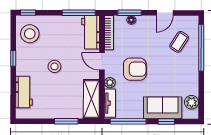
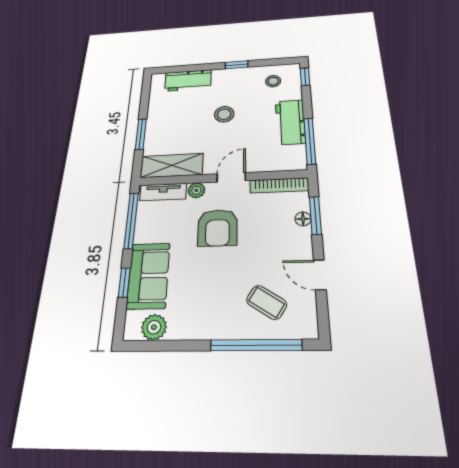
workbench: (91, 32) -> (290, 122), moved, turned -90
stool: (30, 34) -> (273, 81), width x0.53, depth x0.53

